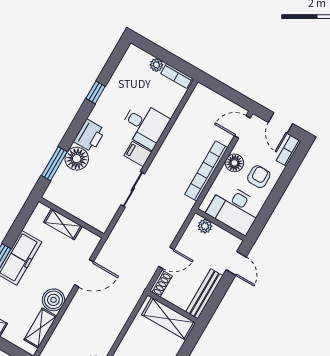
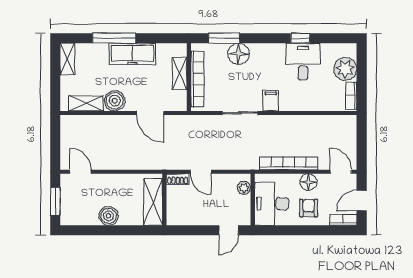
plant: (156, 65) -> (345, 69), width x1.87, depth x1.87
desk: (145, 125) -> (303, 62), moved, turned 180
printer: (89, 136) -> (263, 53), removed
armchair: (259, 177) -> (309, 208), turned -90
bookcase: (78, 211) -> (197, 79), added
bench: (204, 294) -> (190, 219), removed

